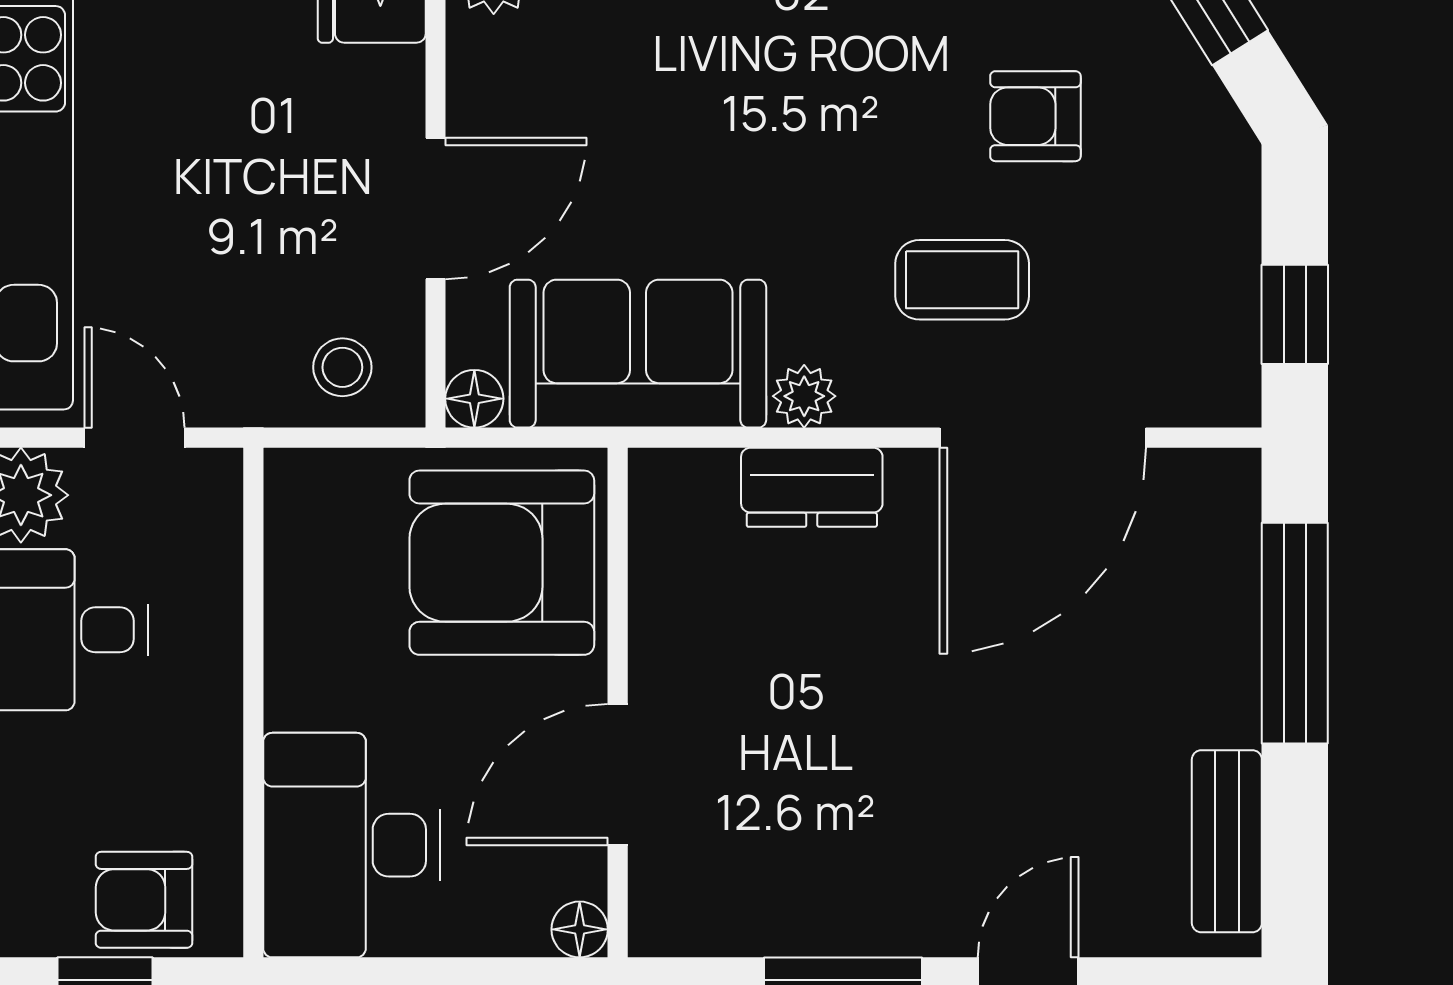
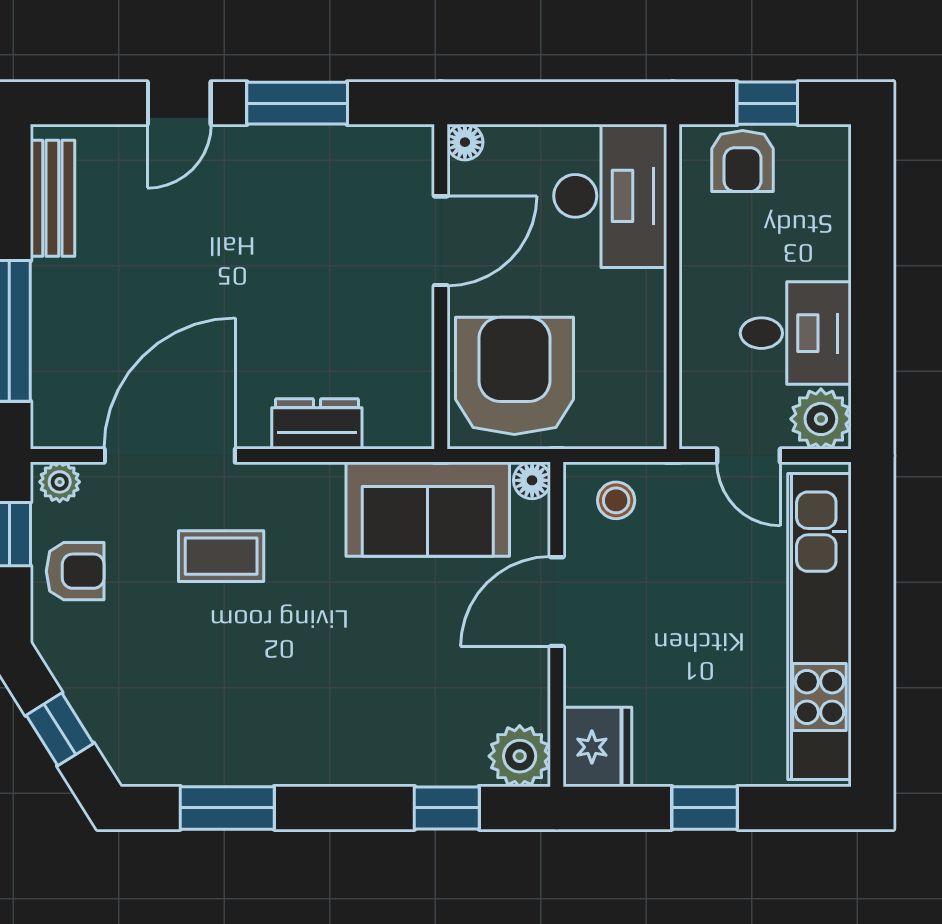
armchair: (1035, 116) -> (75, 571), moved
plant: (804, 396) -> (60, 482), moved
armchair: (502, 563) -> (514, 376), turned -90
armchair: (144, 900) -> (743, 161), turned 90

